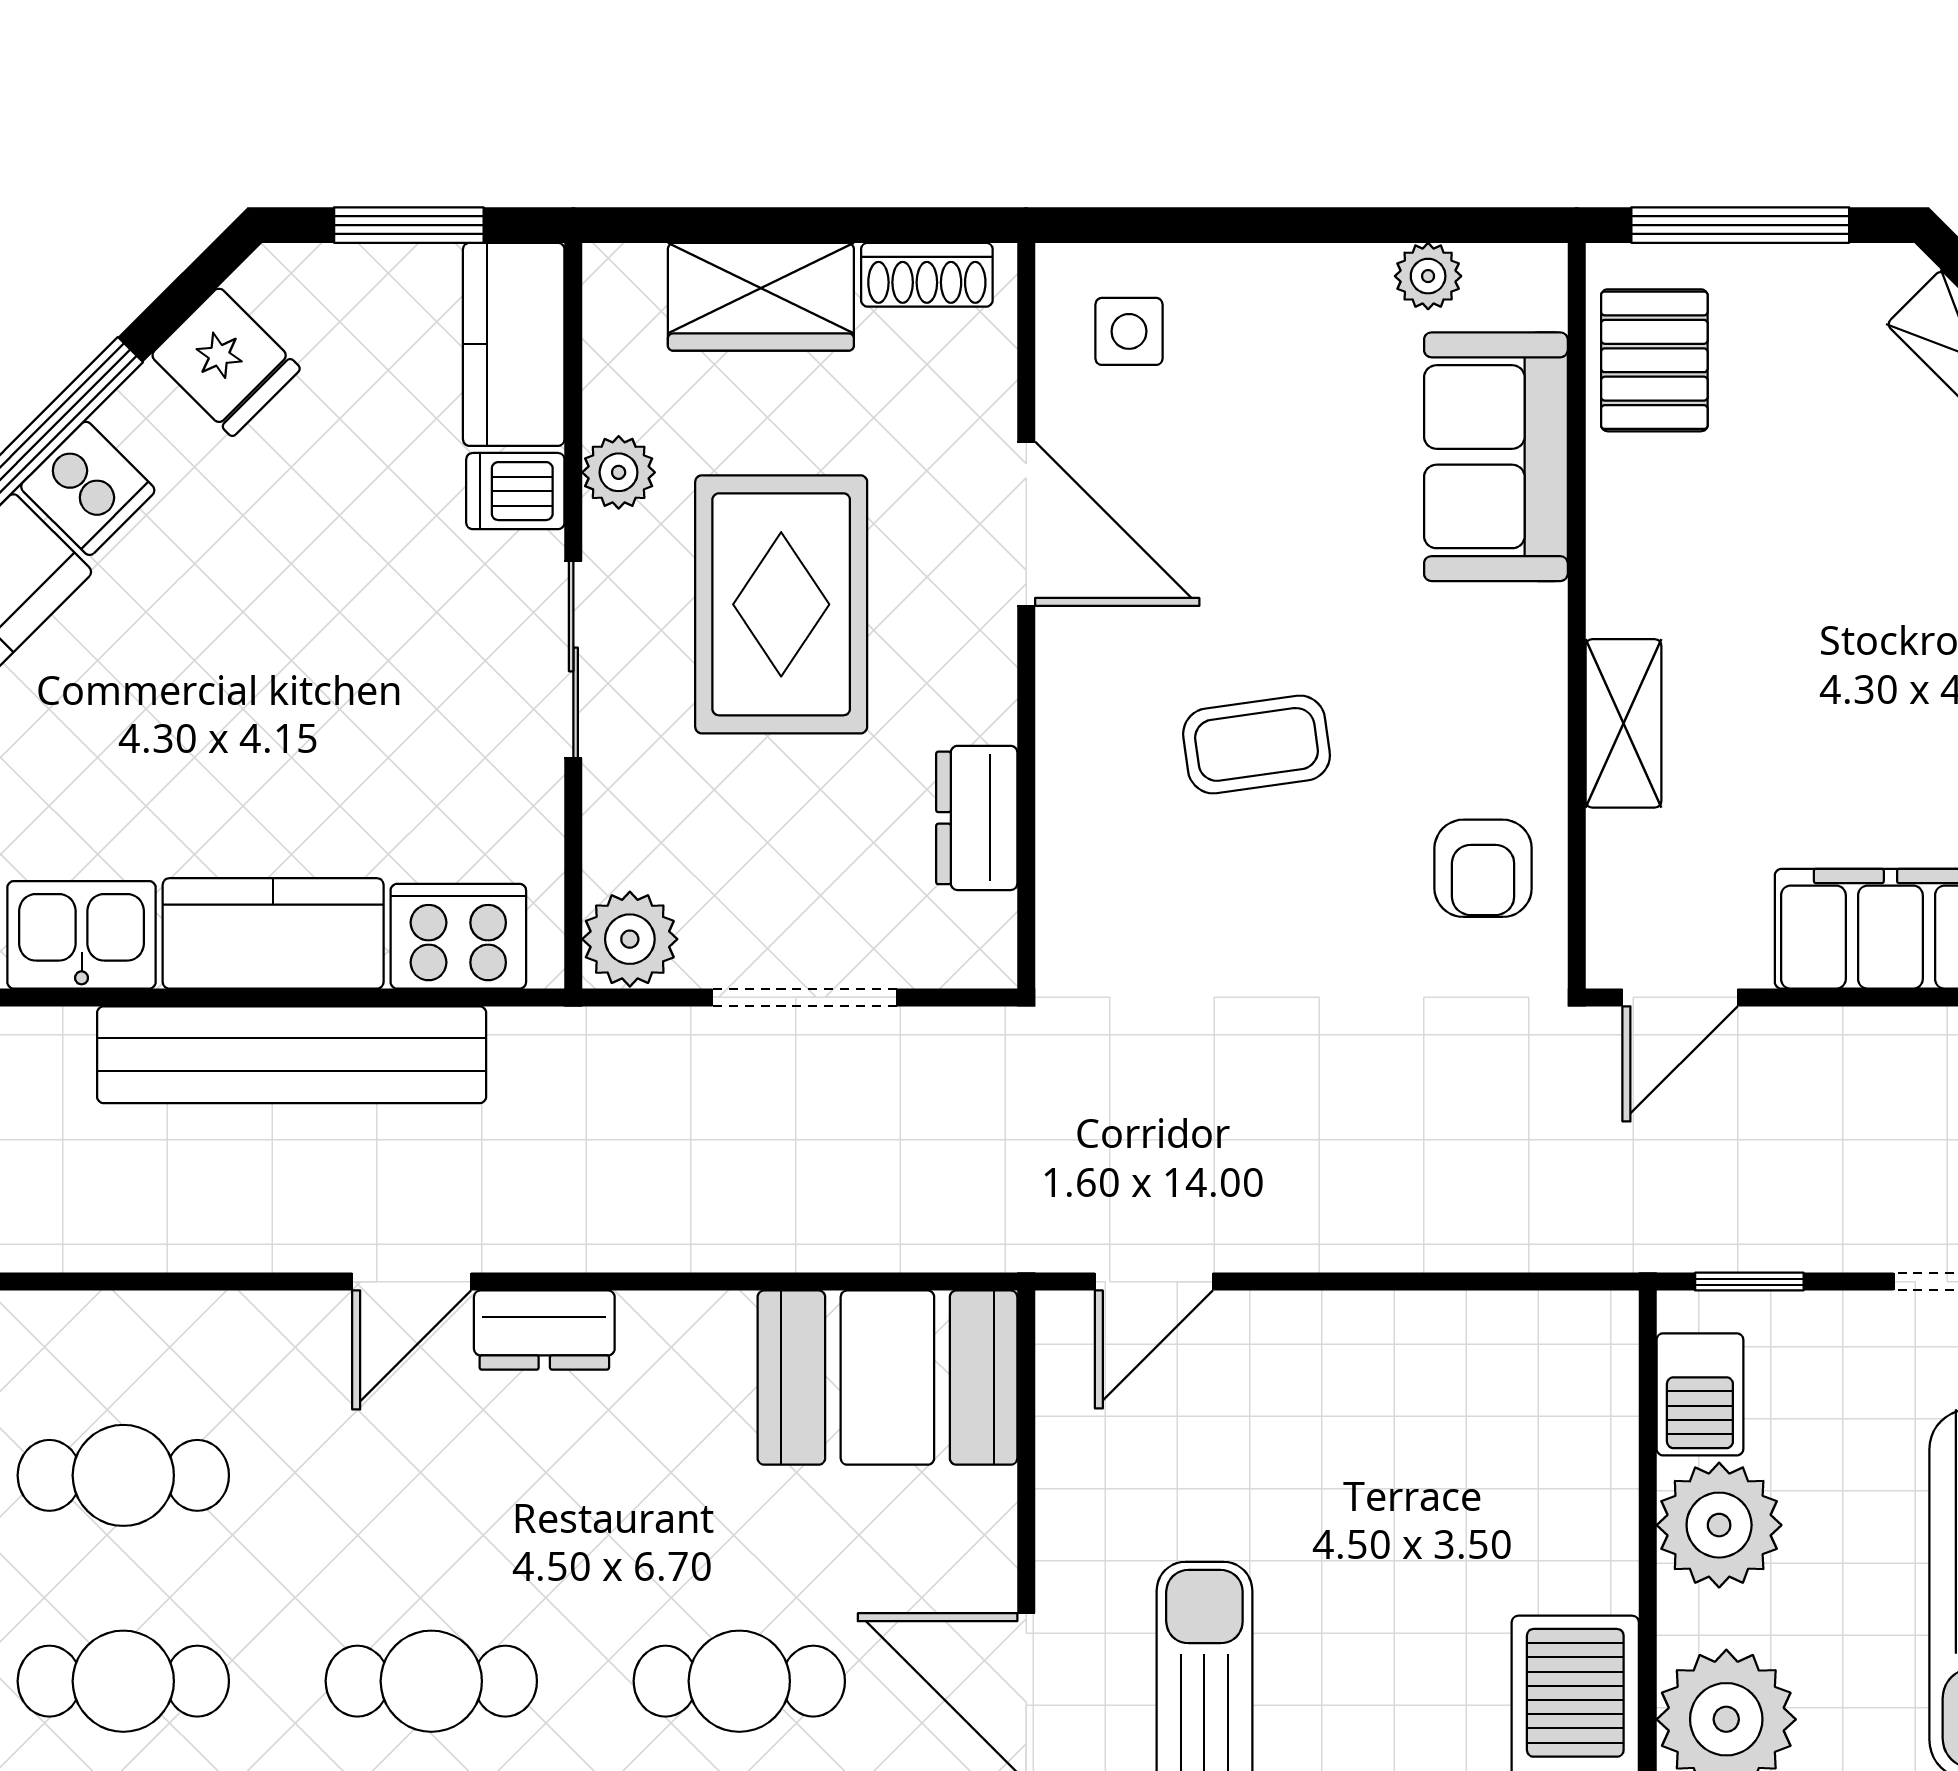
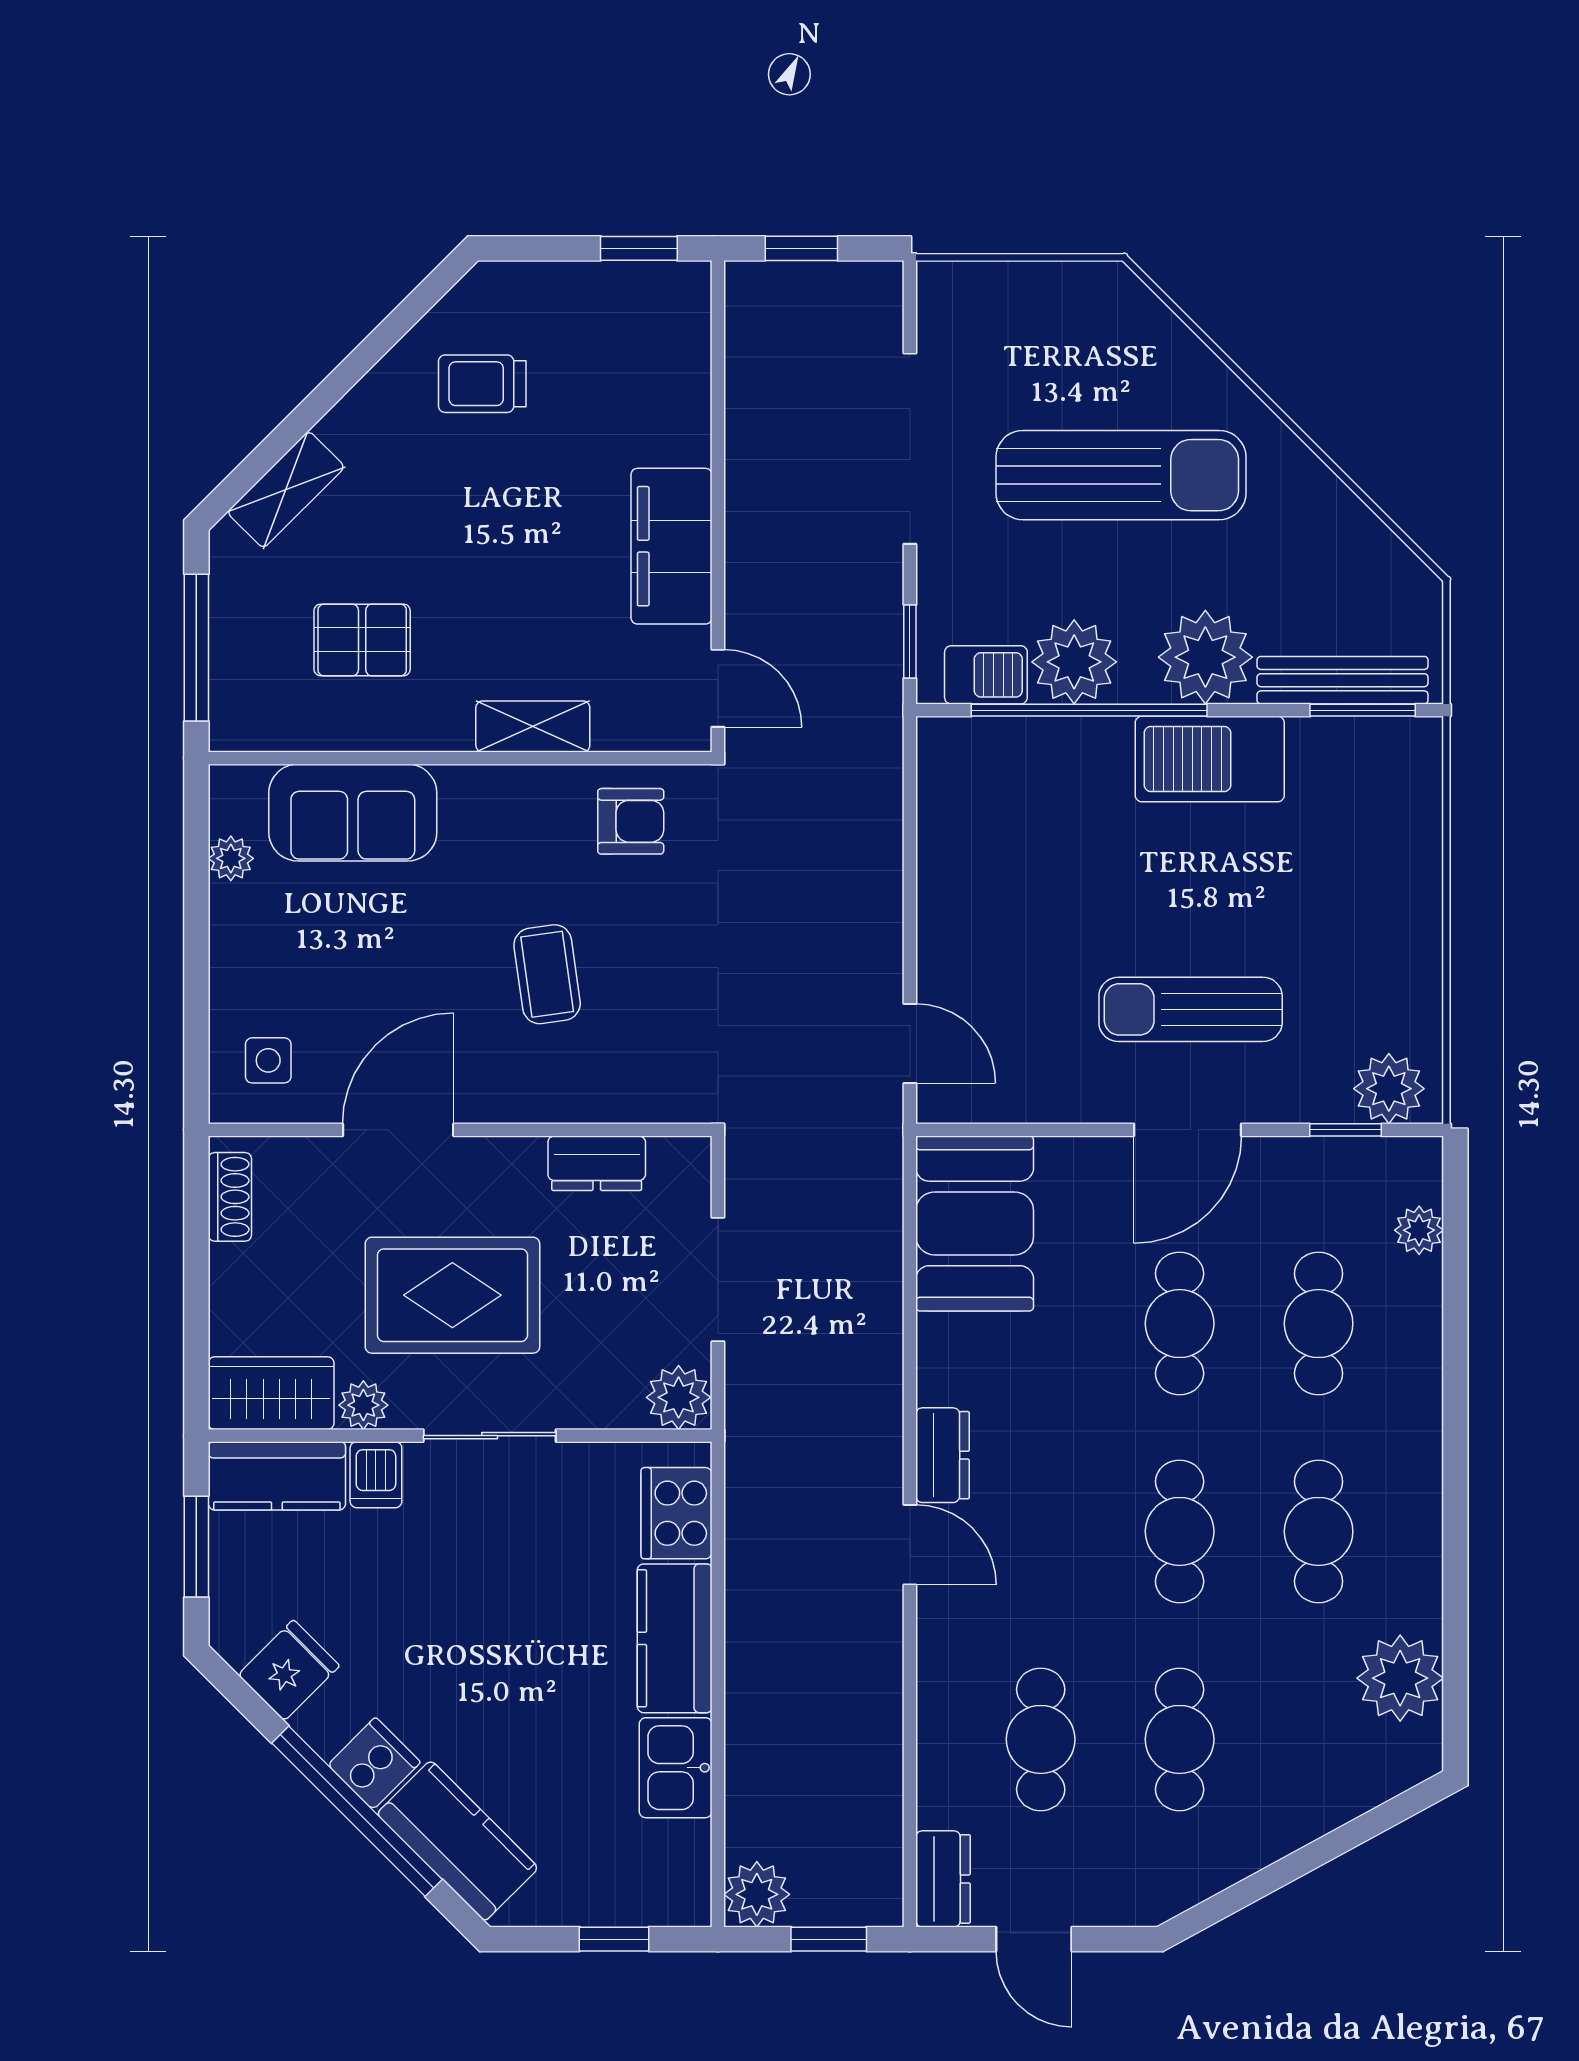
wardrobe: (761, 297) -> (271, 1393), moved, turned -90
pallet: (1654, 360) -> (362, 640), moved
bench: (292, 1055) -> (757, 1626), removed
window: (1648, 1547) -> (1089, 710), added

